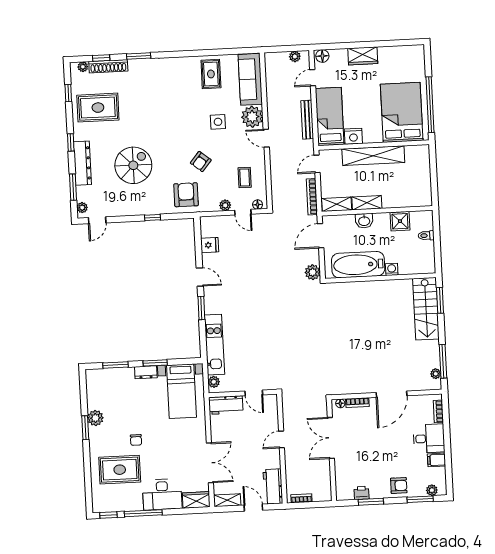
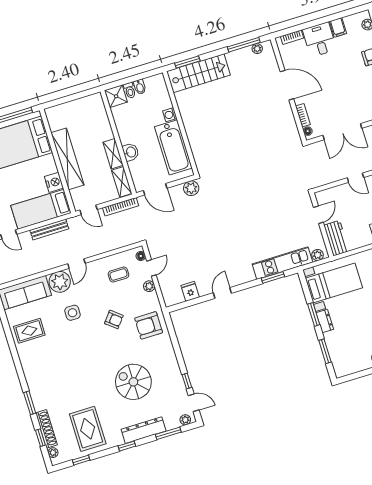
window: (152, 217) -> (187, 381), moved
shower: (400, 221) -> (116, 96), moved
bidet: (427, 246) -> (140, 87), added
window: (201, 308) -> (273, 277), moved

